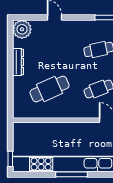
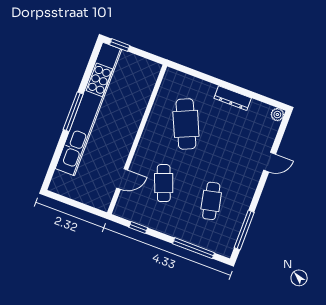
plant: (22, 29) -> (277, 115), width x0.53, depth x0.53

